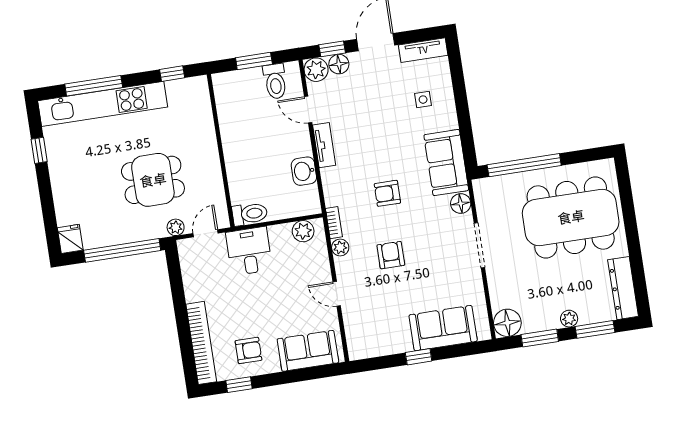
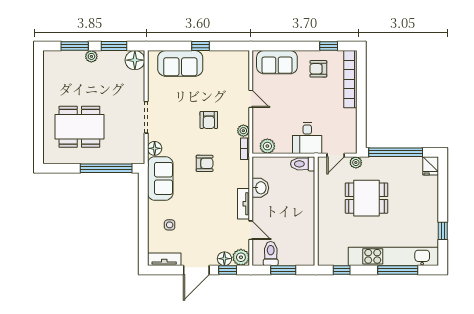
dining table: (571, 217) -> (79, 127), width x0.73, depth x0.80
dresser: (623, 288) -> (50, 72), removed

